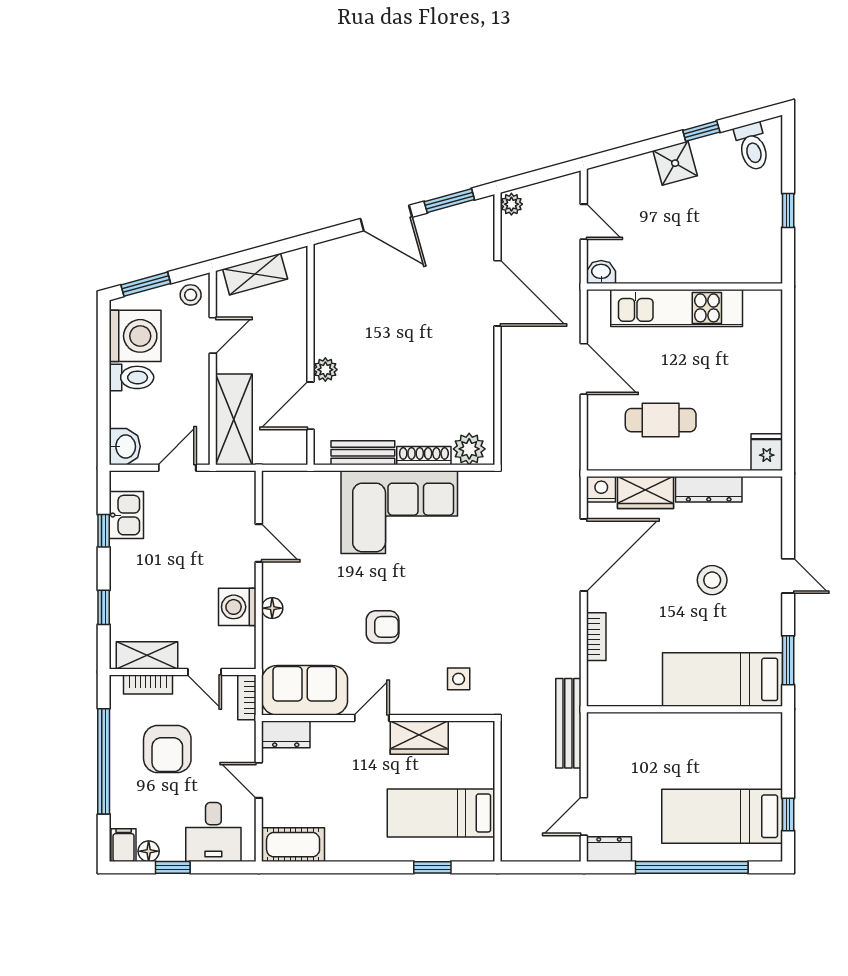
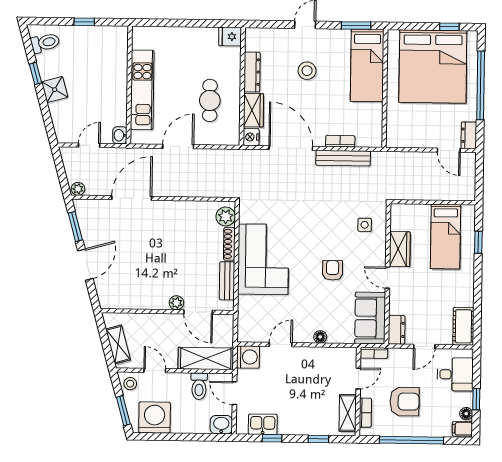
toilet: (131, 377) -> (199, 386), moved, turned 180
washing machine: (237, 607) -> (248, 357), moved, turned -90
bench: (568, 723) -> (343, 158), moved
bed: (722, 816) -> (433, 66), width x2.04

